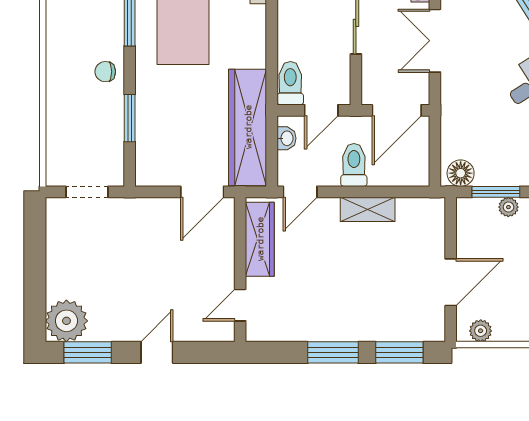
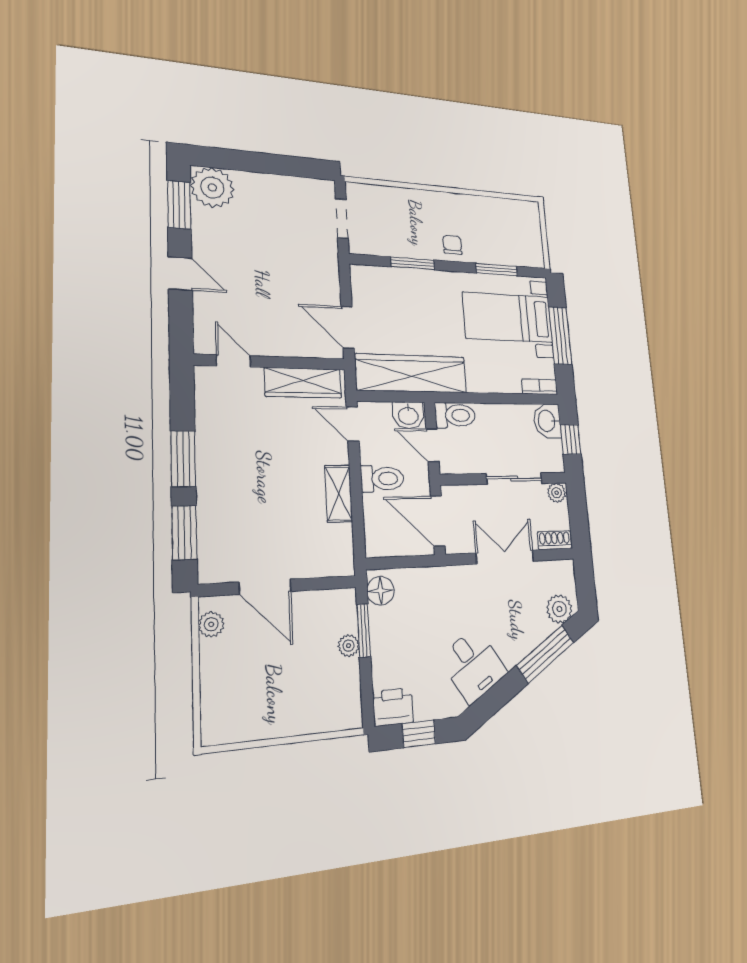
washbasin: (286, 138) -> (408, 415), width x1.38, depth x1.45

